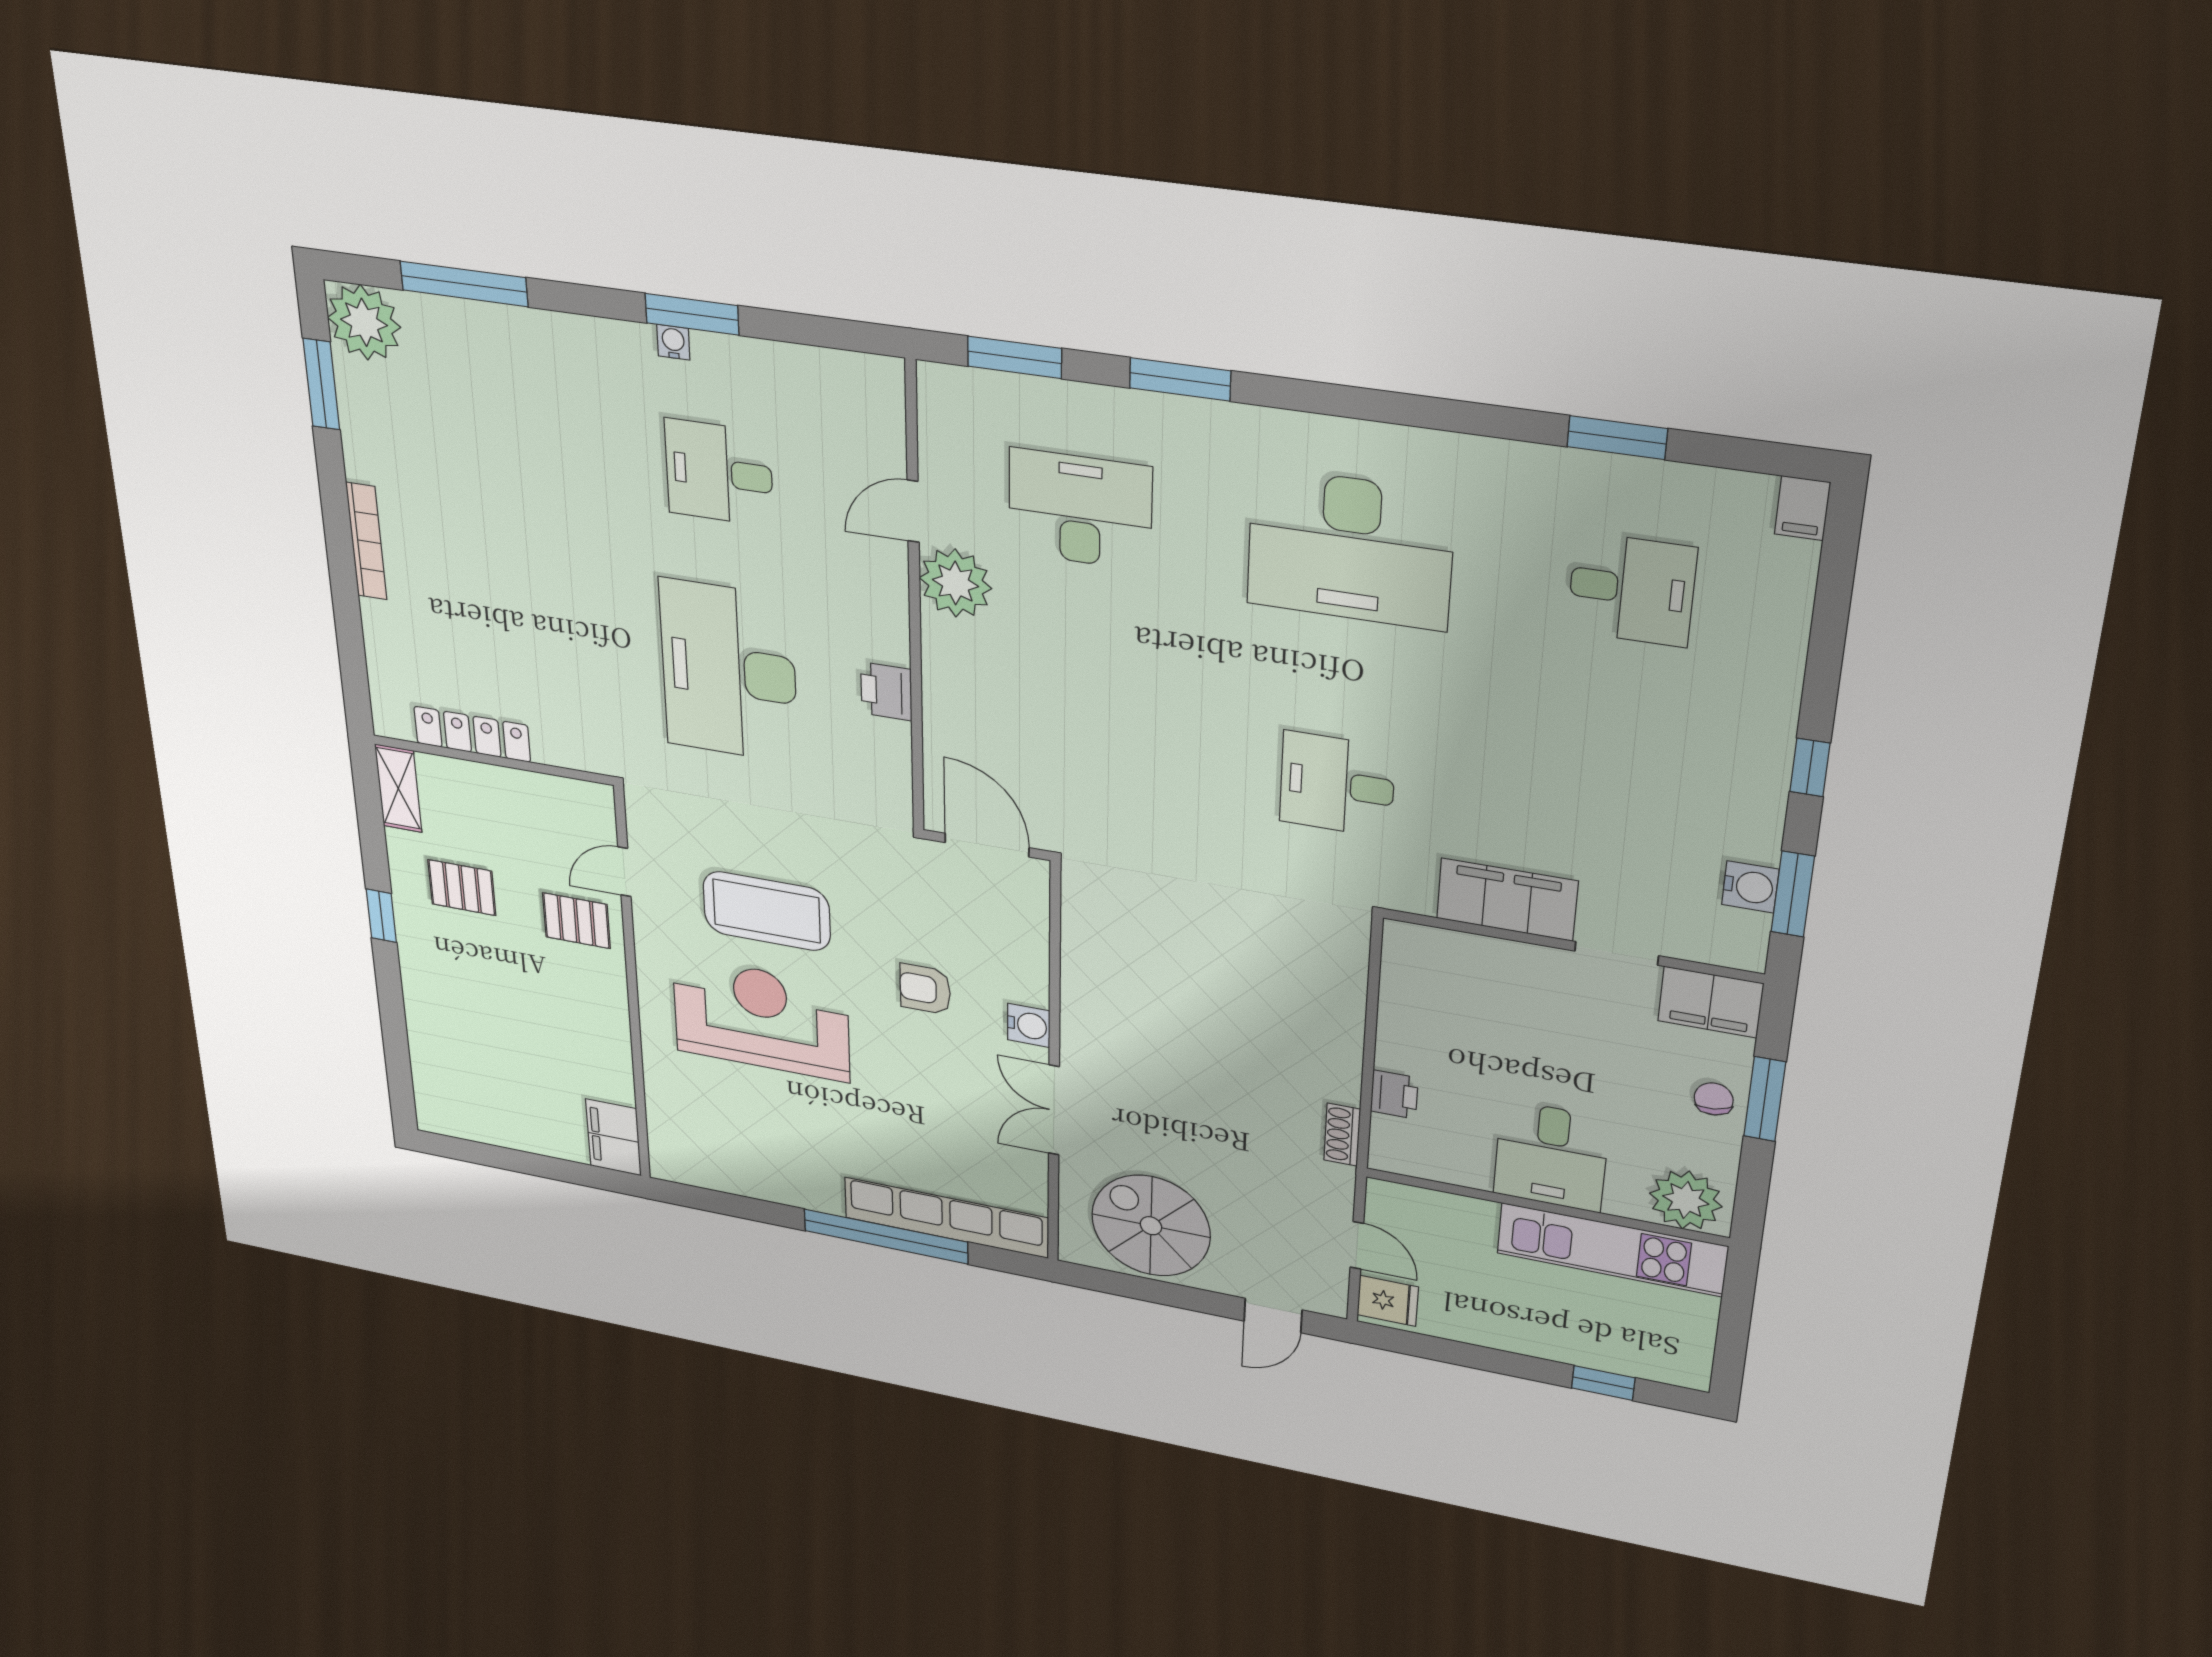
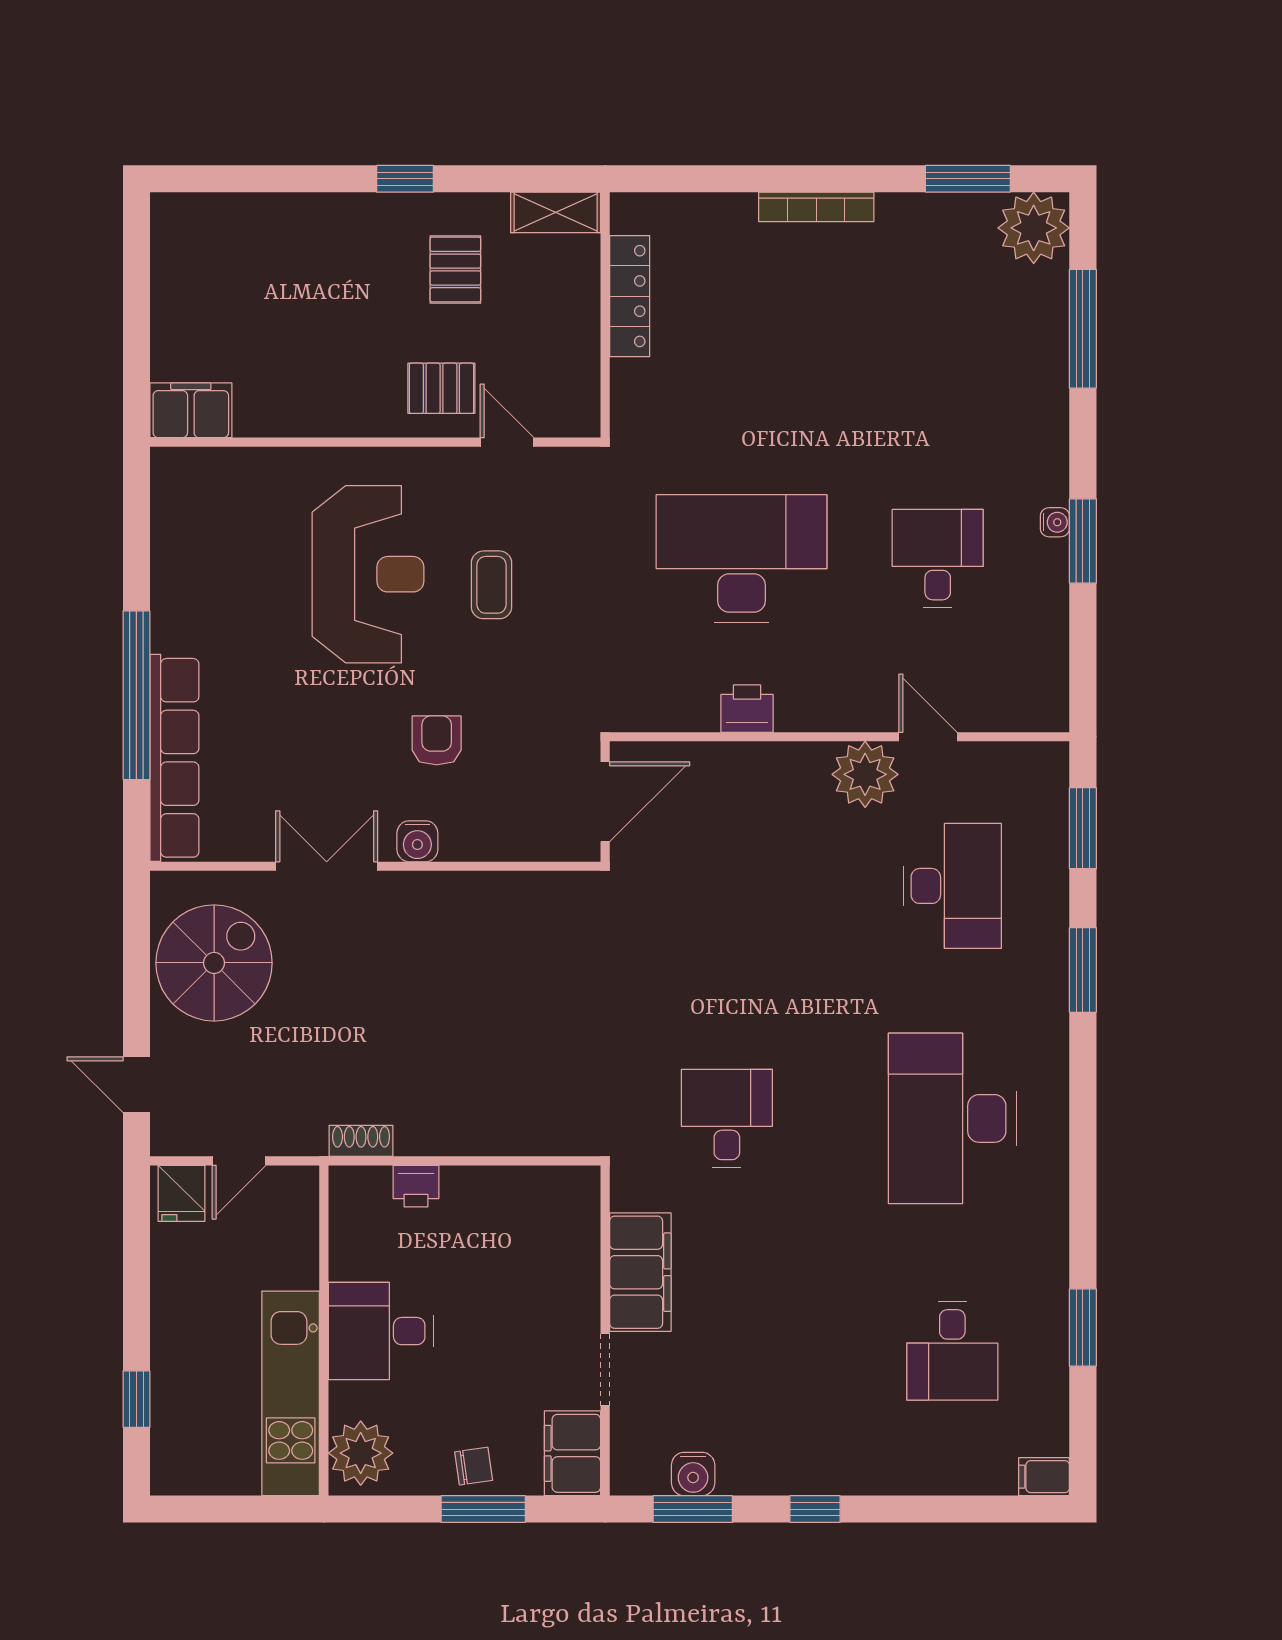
coffee table: (767, 911) -> (492, 585), width x0.54, depth x0.58
pallet: (576, 921) -> (441, 388), turned 90

